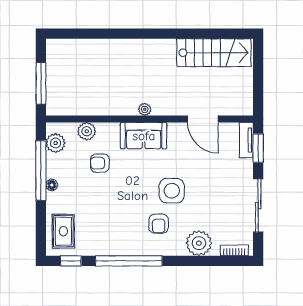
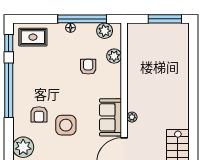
window: (41, 84) -> (165, 19), moved
plant: (145, 109) -> (132, 117), moved
sofa: (144, 136) -> (111, 117), moved
armchair: (159, 224) -> (39, 114), turned -90

